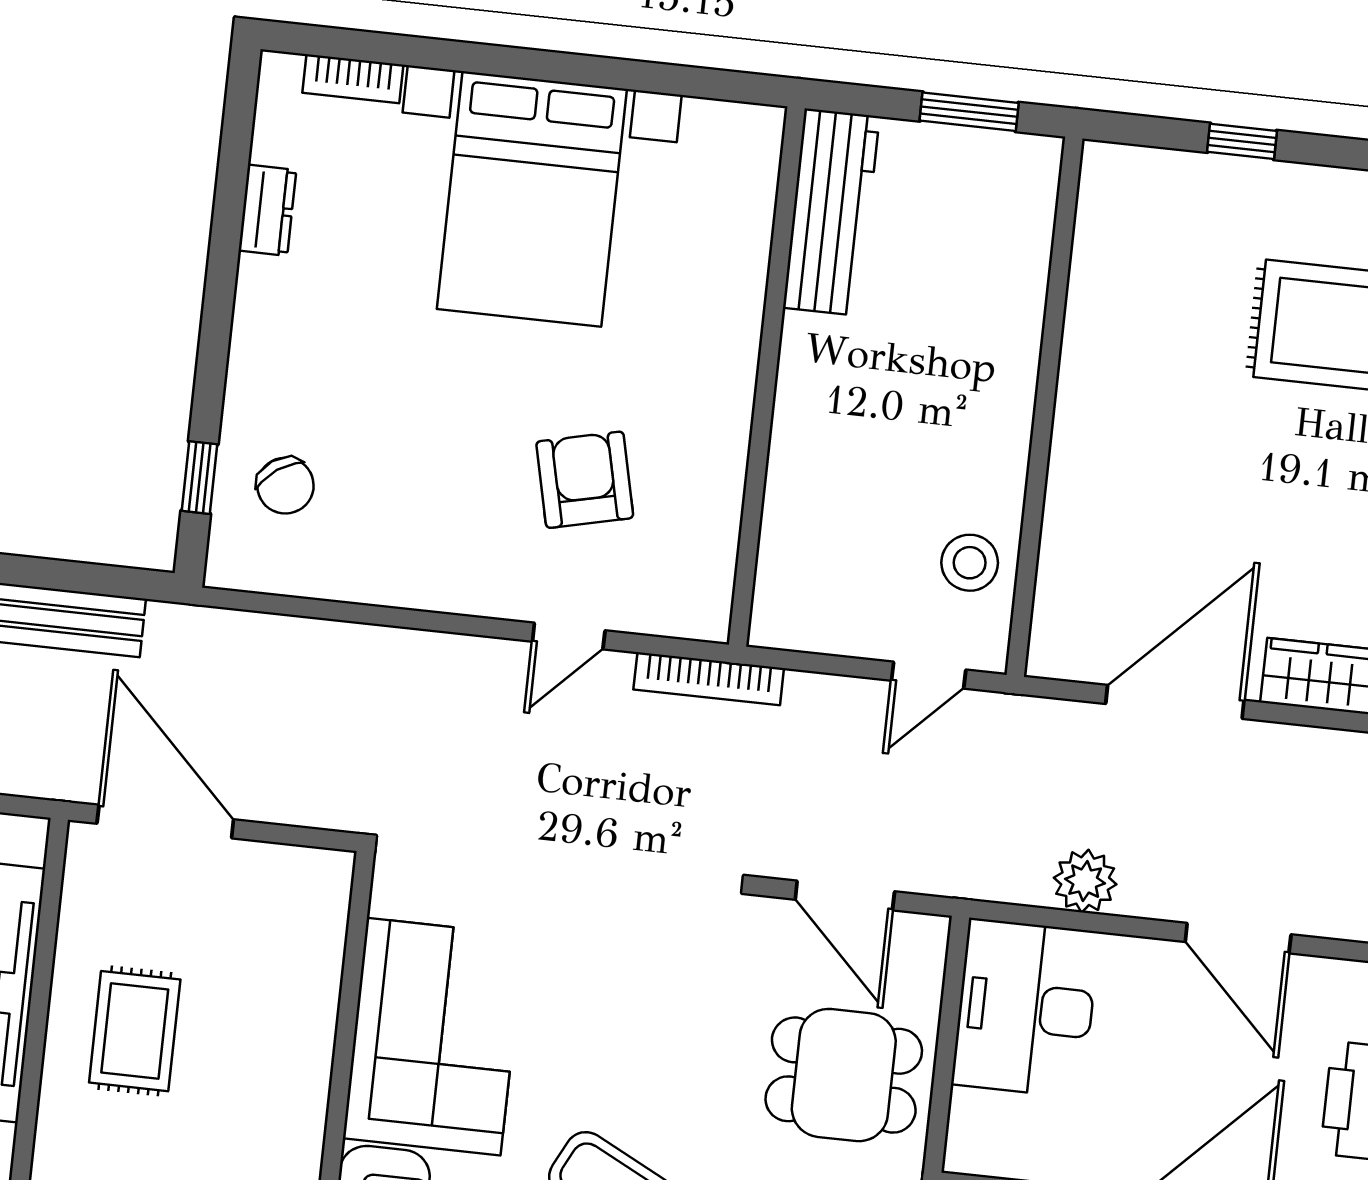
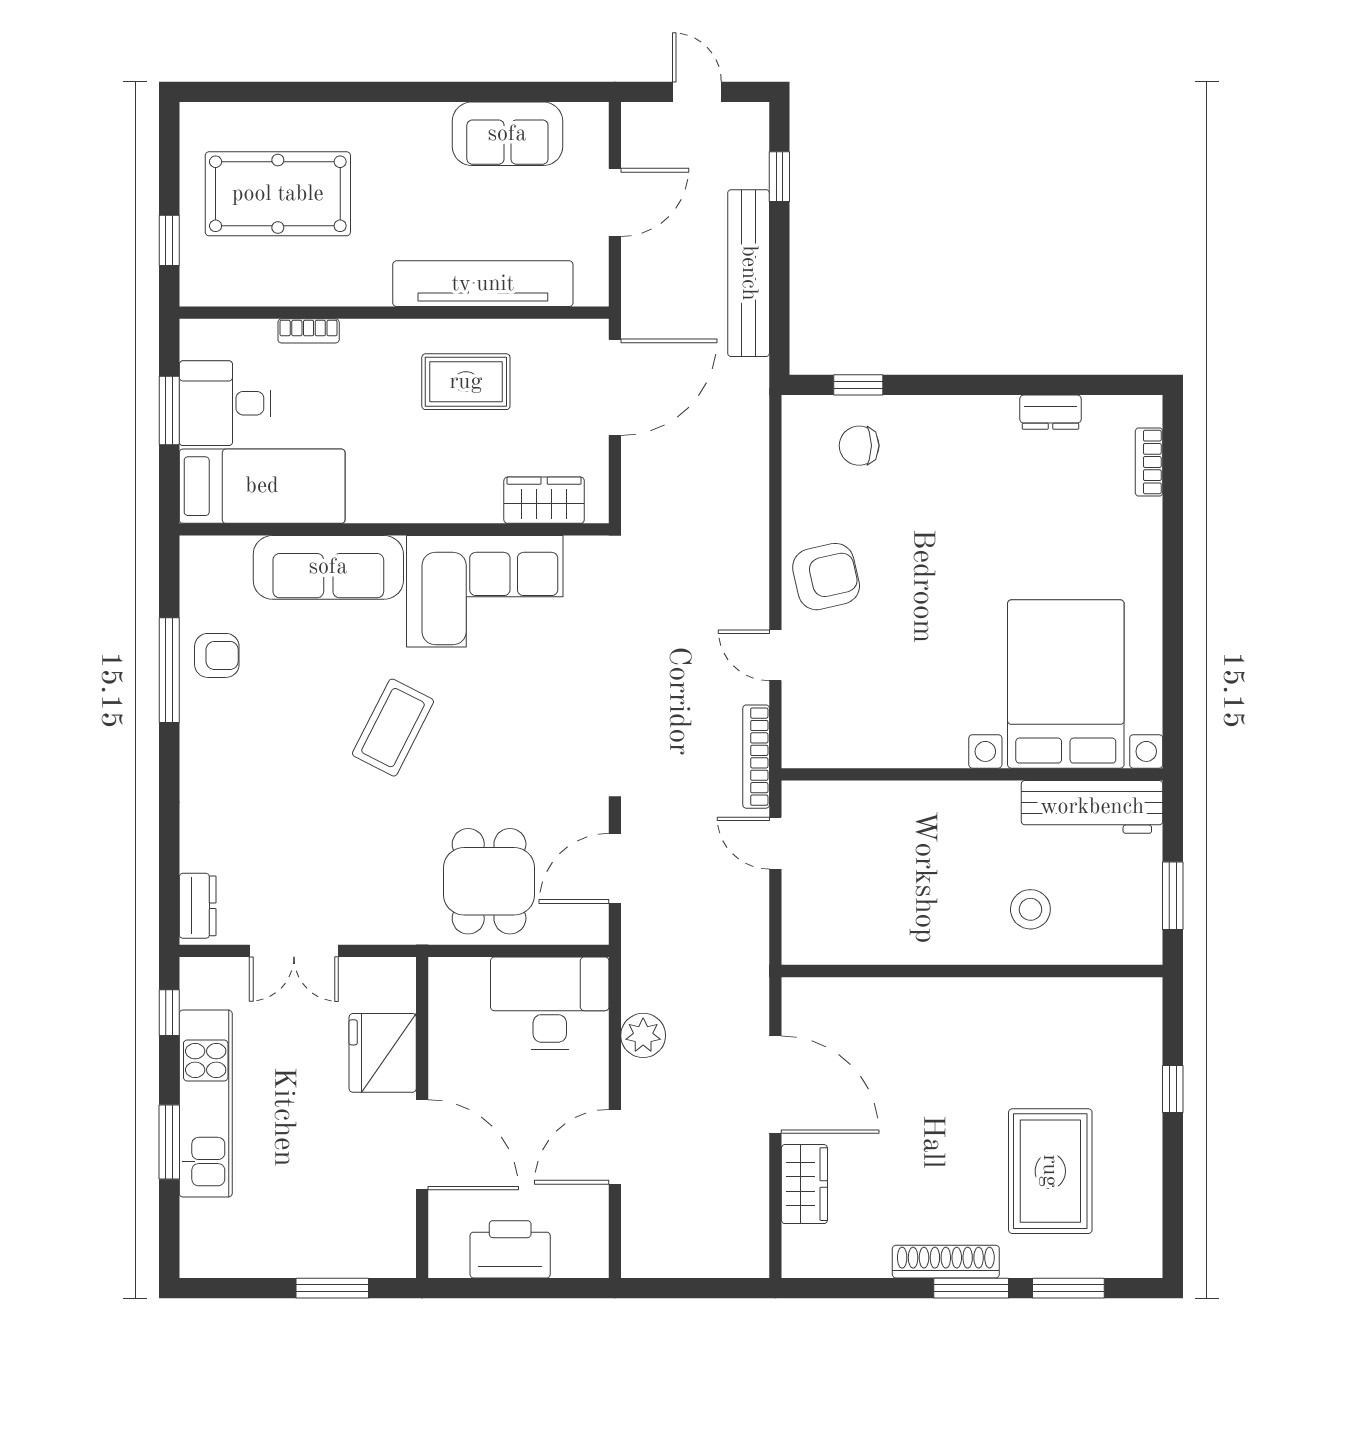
bed with nightstands: (532, 199) -> (1066, 684), moved, turned 90
armchair: (585, 480) -> (826, 577), moved
chair: (285, 486) -> (859, 446), turned 35
stool: (970, 563) -> (1030, 909), moved
door: (929, 675) -> (775, 843), moved
wardrobe: (314, 939) -> (544, 500), added

